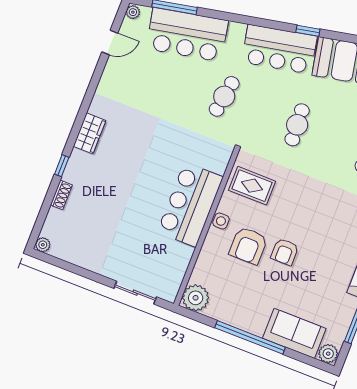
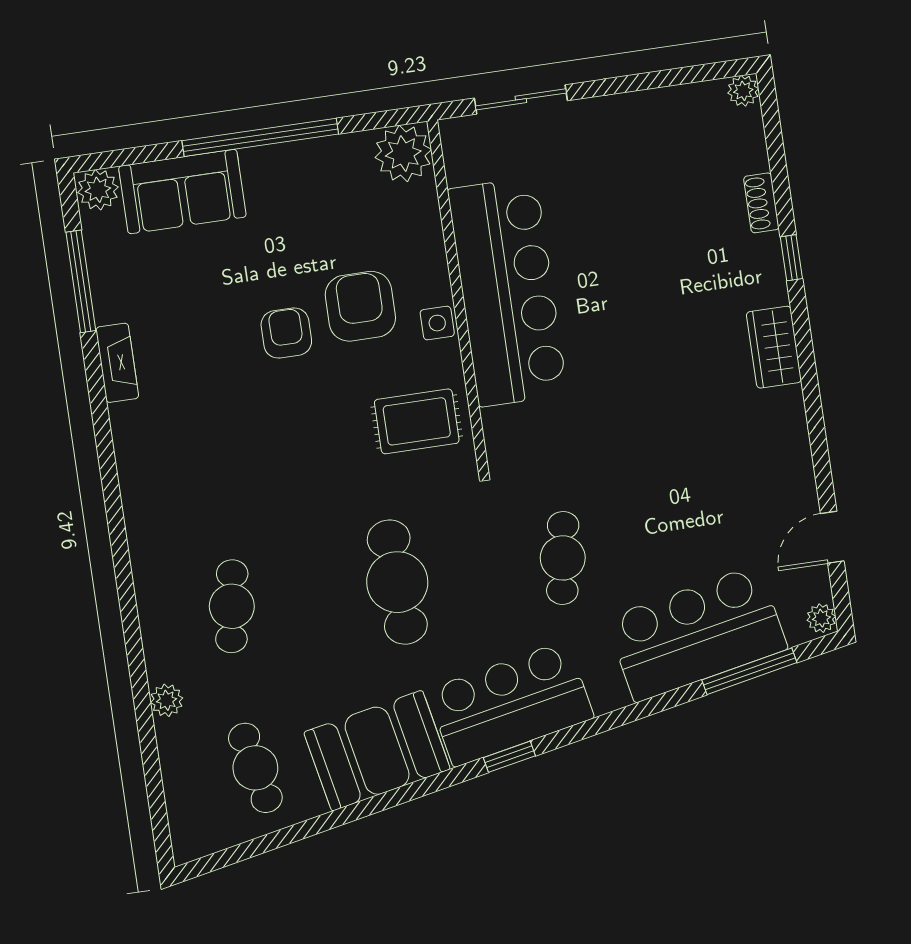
window: (308, 31) -> (509, 757), moved
cafe table: (297, 125) -> (397, 582), width x1.37, depth x1.35
bar counter: (190, 205) -> (507, 292), width x1.36

